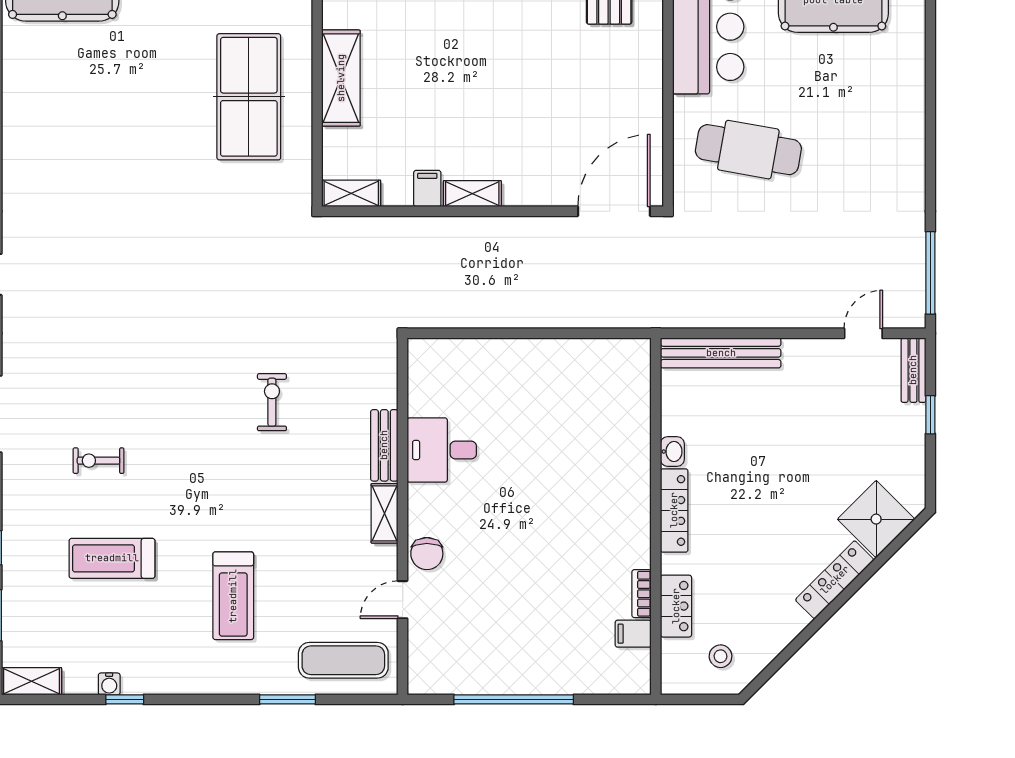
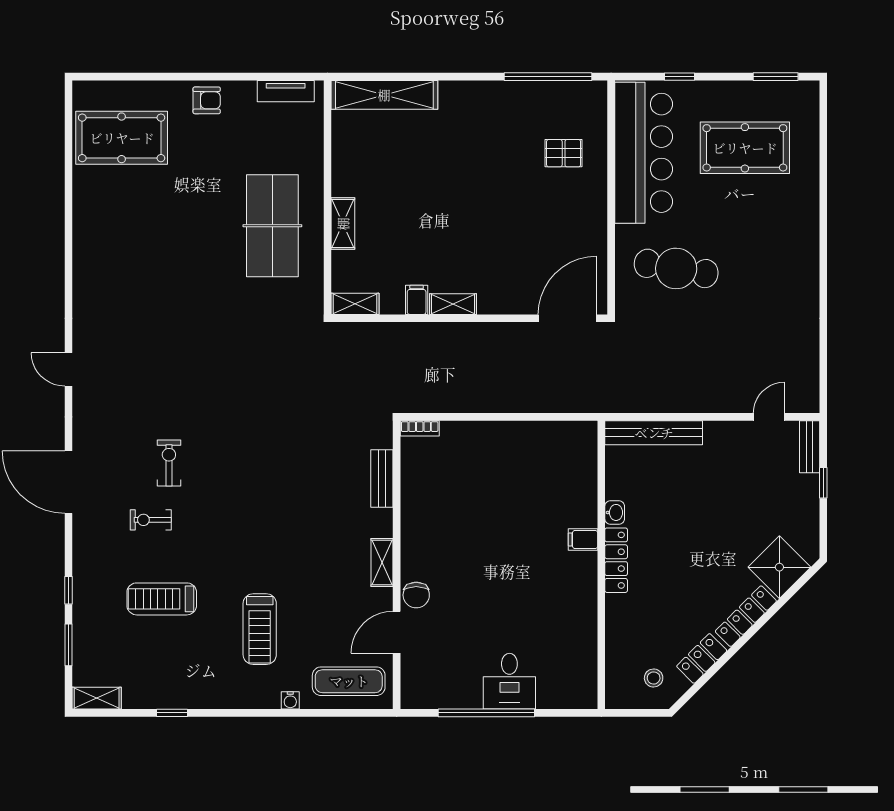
shelving: (341, 78) -> (343, 224), width x0.67, depth x0.75
window: (930, 273) -> (823, 368), removed
exercise bike: (272, 402) -> (169, 463), moved
bench: (384, 445) -> (382, 478), moved
desk: (442, 450) -> (509, 681), moved, turned -90
bookcase: (642, 594) -> (420, 428), moved, turned -90
door: (403, 600) -> (397, 632), width x1.38
locker: (676, 606) -> (702, 658), moved, turned -135
filing cabinet: (633, 634) -> (583, 539), moved
water cooler: (109, 684) -> (290, 700), moved
window: (288, 699) -> (304, 713), removed

